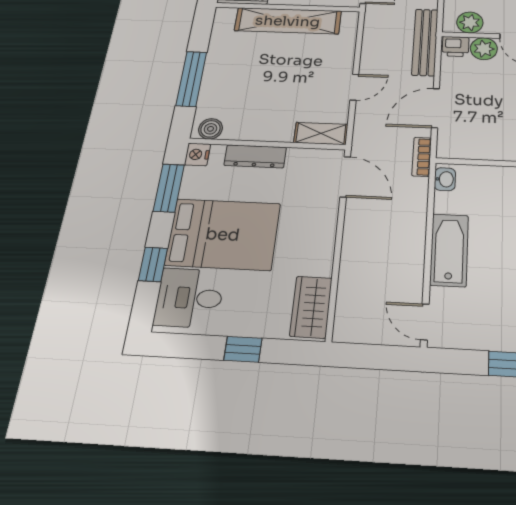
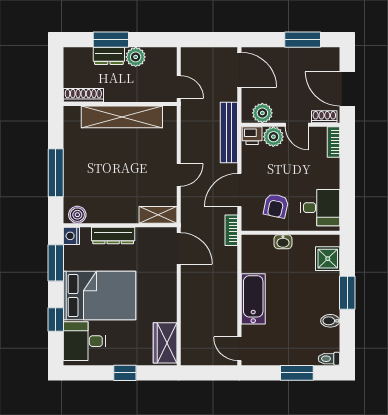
armchair: (486, 129) -> (276, 206), added
washbasin: (445, 179) -> (283, 242), moved, turned 90

